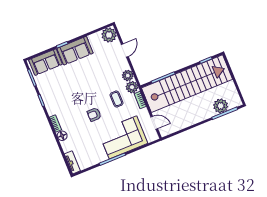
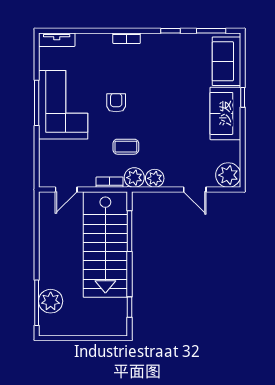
stairs: (187, 84) -> (105, 244), width x0.73
floor lamp: (62, 136) -> (104, 41), removed
corner sofa: (123, 137) -> (63, 105), moved

